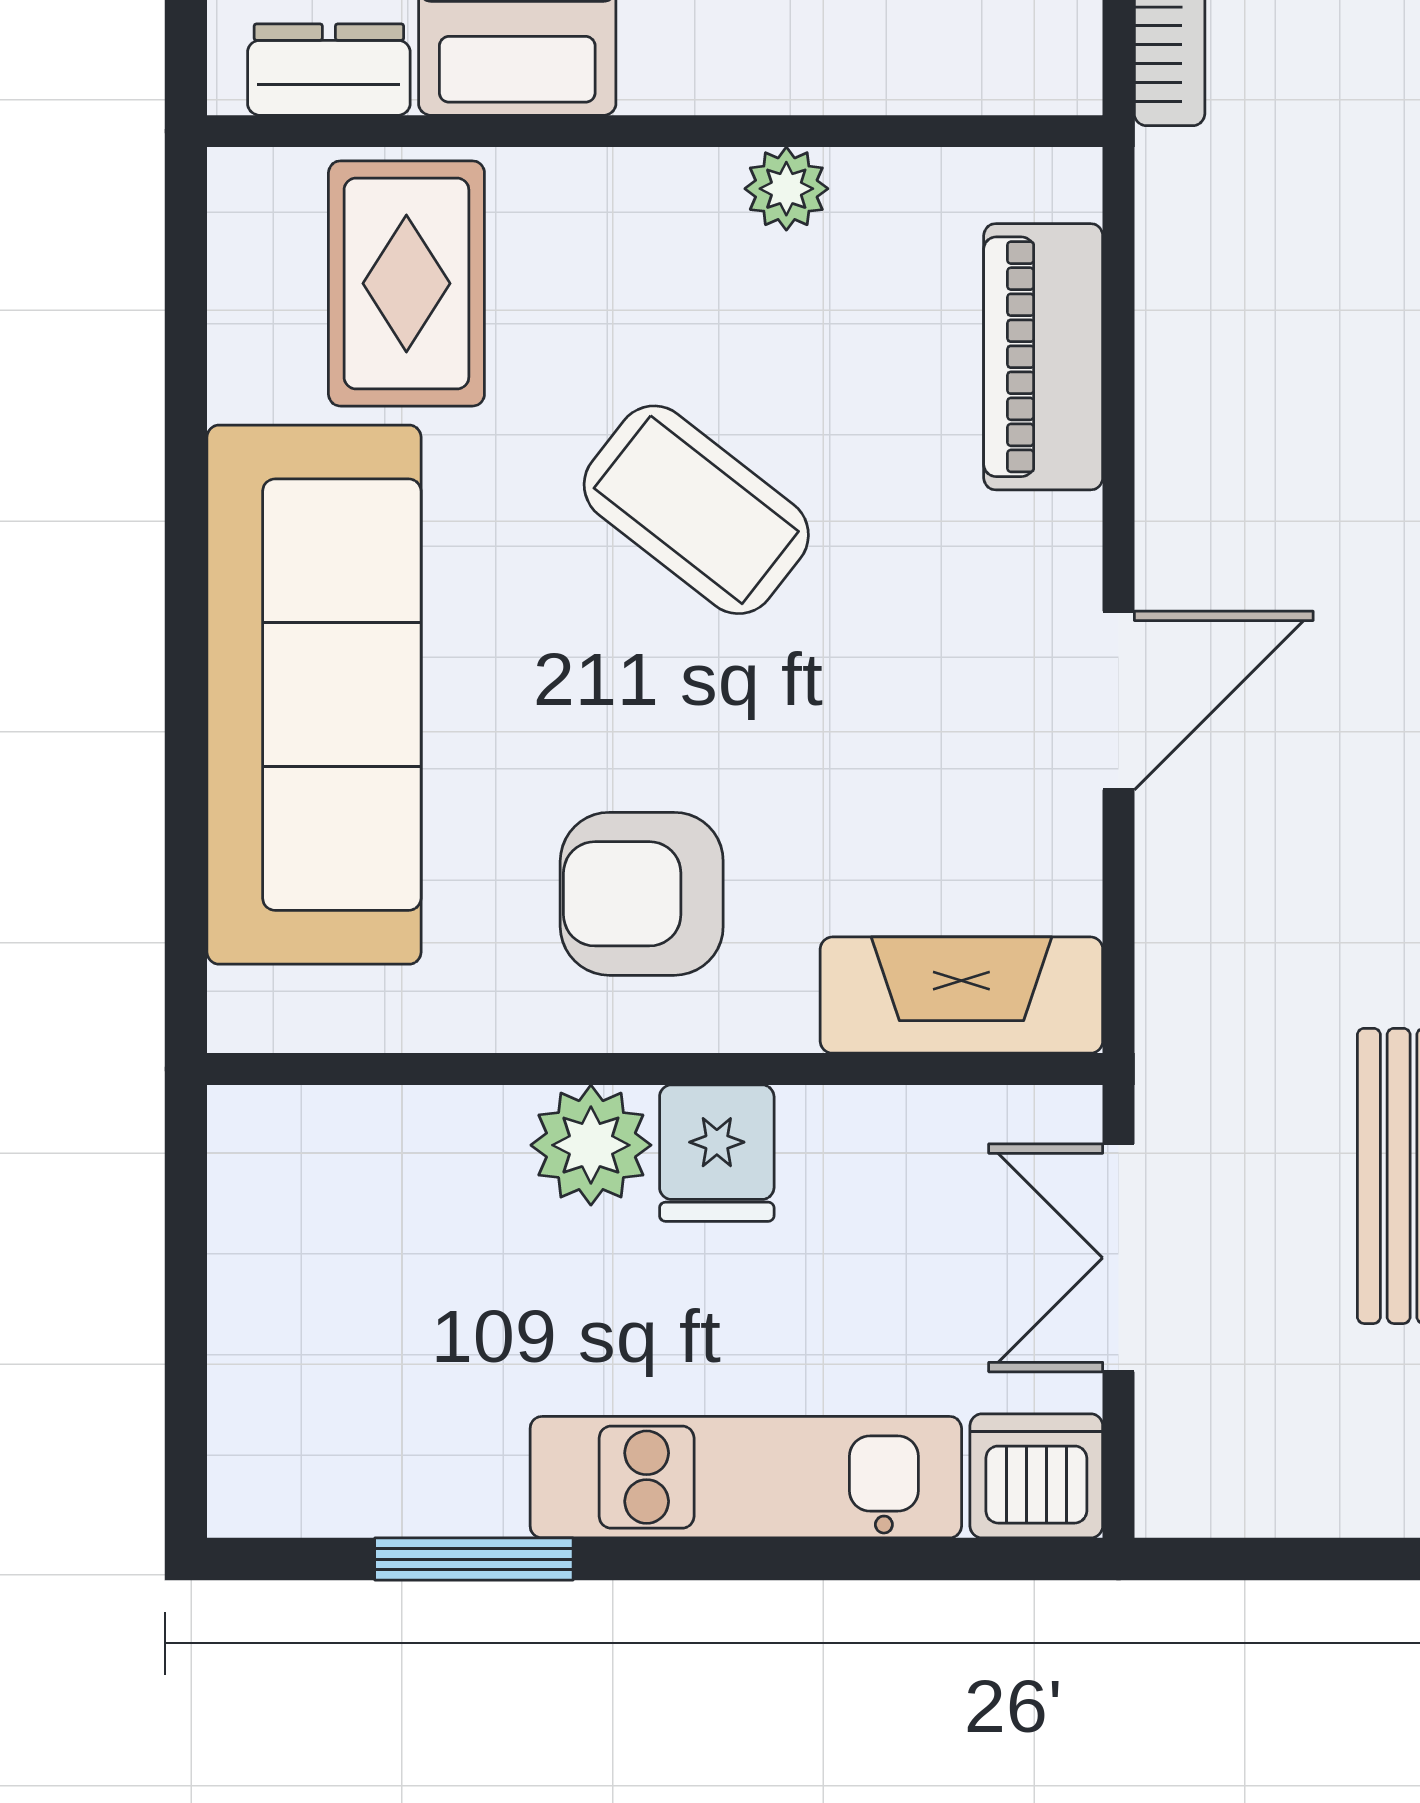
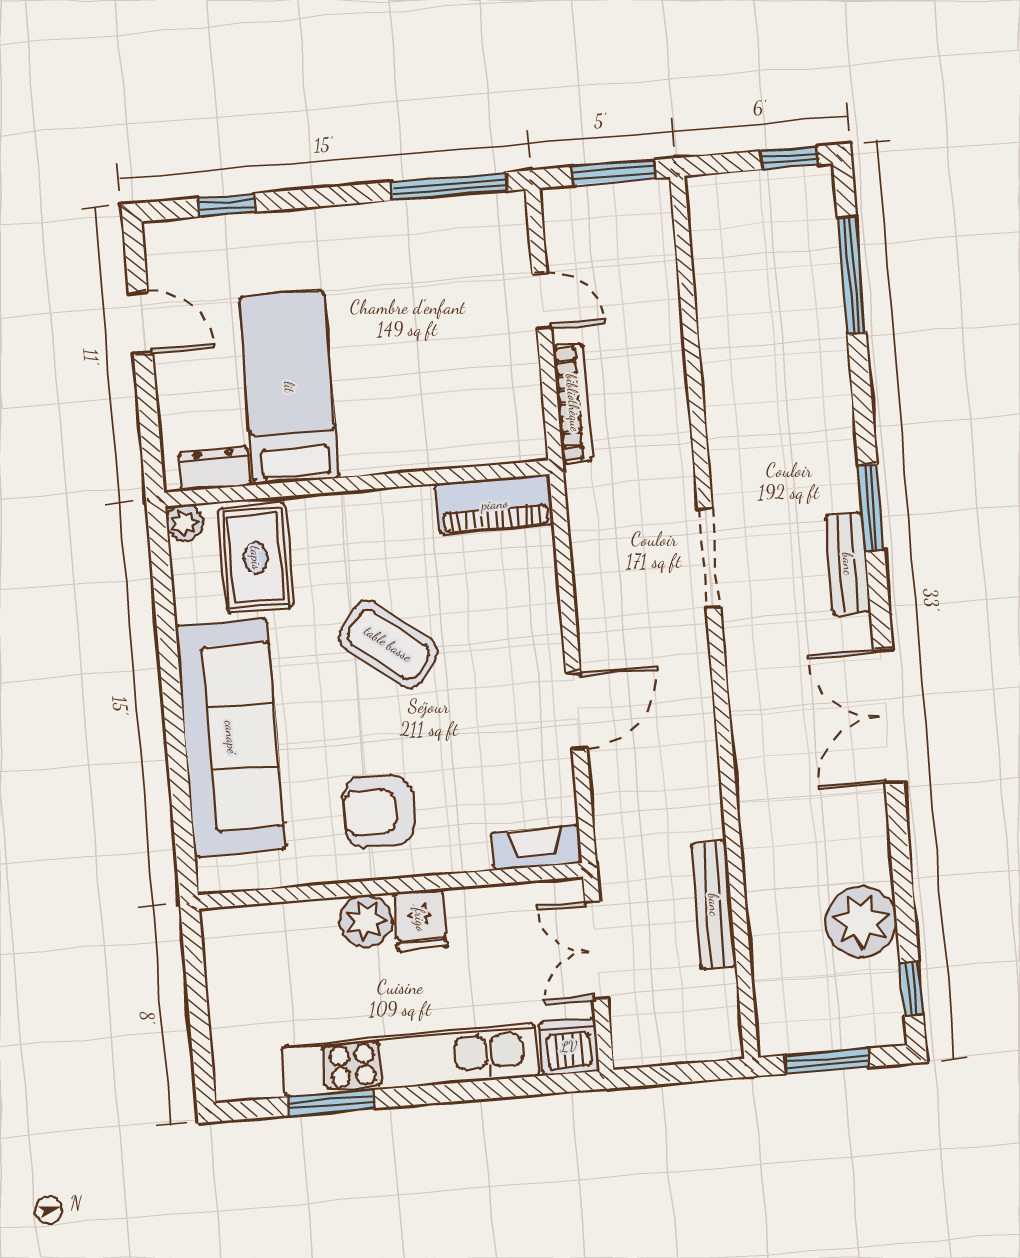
plant: (786, 189) -> (184, 523), moved
piano: (1043, 357) -> (495, 504), moved, turned -90
fireplace: (961, 995) -> (536, 848), width x0.73, depth x0.76
kitchen unit: (746, 1477) -> (411, 1061), width x1.36

